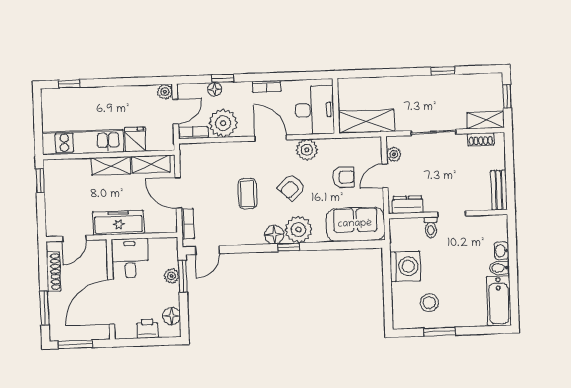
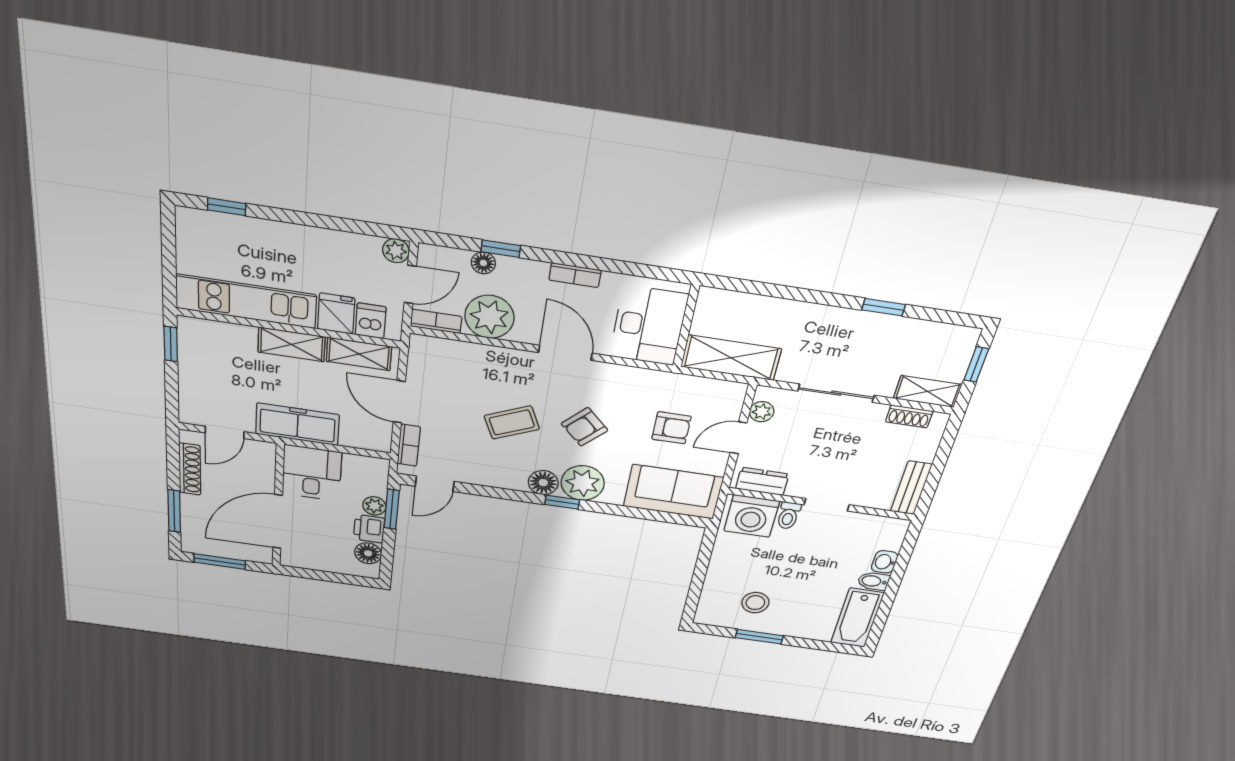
dishwasher: (155, 140) -> (371, 321), added
plant: (307, 150) -> (622, 380), removed
coffee table: (248, 194) -> (512, 422), turned 66
washing machine: (405, 266) -> (752, 516), moved, turned 90
printer: (147, 329) -> (369, 529), moved, turned -90

